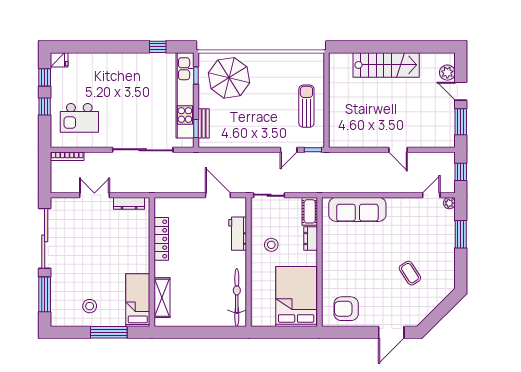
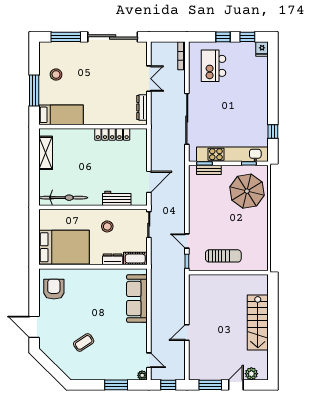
shelving: (162, 298) -> (46, 153), moved, turned 90

